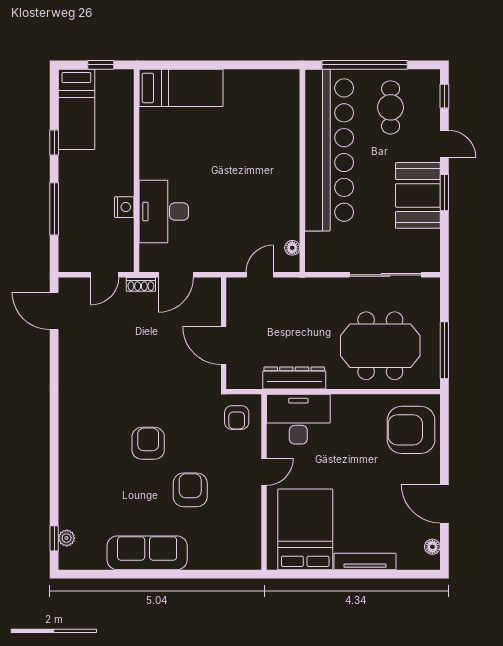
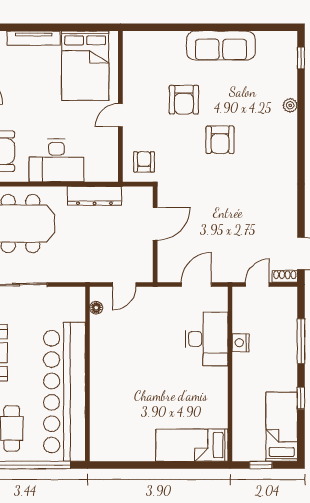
shoe rack: (141, 284) -> (285, 276), moved
door: (224, 346) -> (155, 224), hinge flipped
desk: (298, 419) -> (56, 160), moved
plant: (67, 538) -> (290, 105), moved

